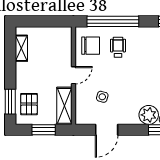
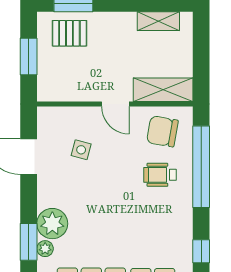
chair: (91, 46) -> (162, 131), turned 100
wheelchair: (118, 47) -> (160, 175), turned 180
shelving: (64, 106) -> (163, 90), moved

